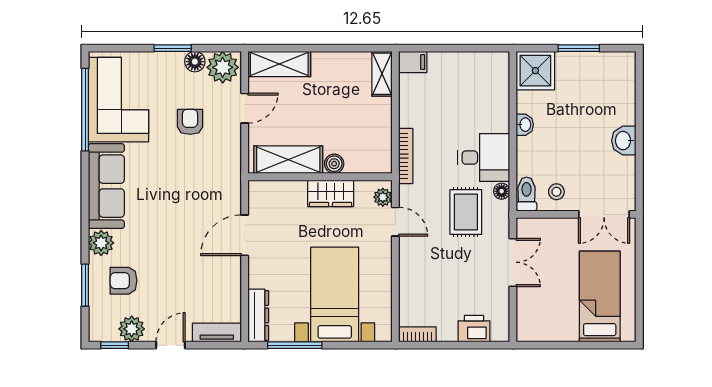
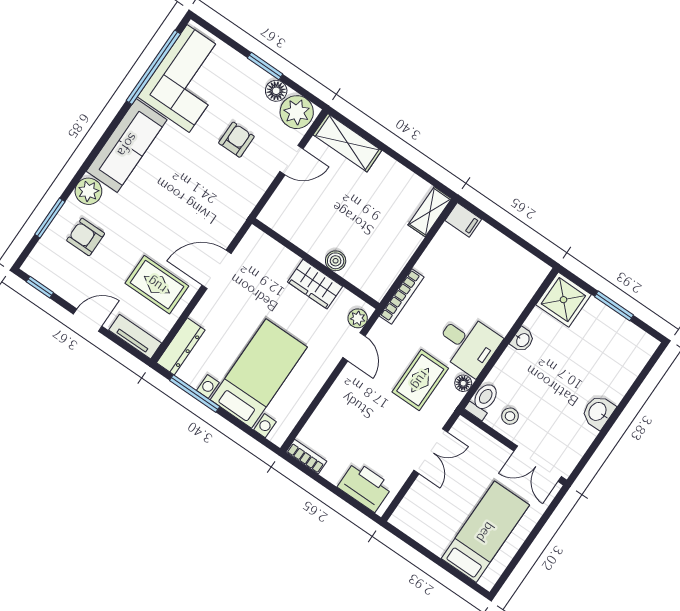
shelving: (288, 160) -> (299, 230), removed
rug: (206, 280) -> (157, 285), added
plant: (132, 329) -> (64, 283), removed
printer: (474, 329) -> (365, 486), width x1.37, depth x1.19

